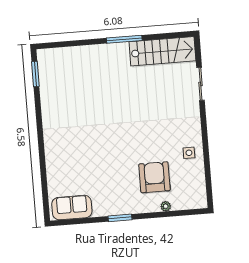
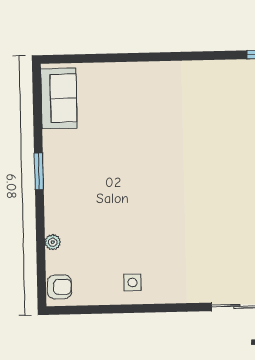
armchair: (154, 177) -> (59, 287), moved, width x0.53, depth x0.53

